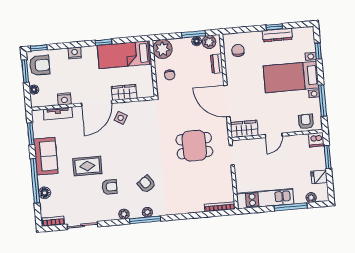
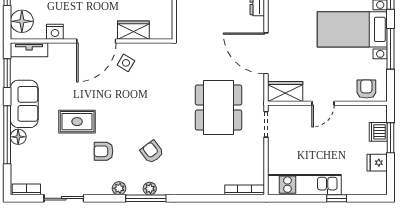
chair: (170, 75) -> (195, 13), removed
floor lamp: (34, 90) -> (22, 21), width x1.89, depth x1.89
window: (323, 100) -> (390, 49), moved
tv unit: (58, 113) -> (29, 50), moved
dishwasher: (316, 140) -> (378, 132), moved, turned 90
dining table: (194, 146) -> (219, 108), width x1.38
armchair: (110, 187) -> (104, 151), turned 180
floor lamp: (45, 193) -> (18, 137), moved
plant: (311, 198) -> (364, 188), removed
window: (291, 207) -> (337, 198), width x0.46

